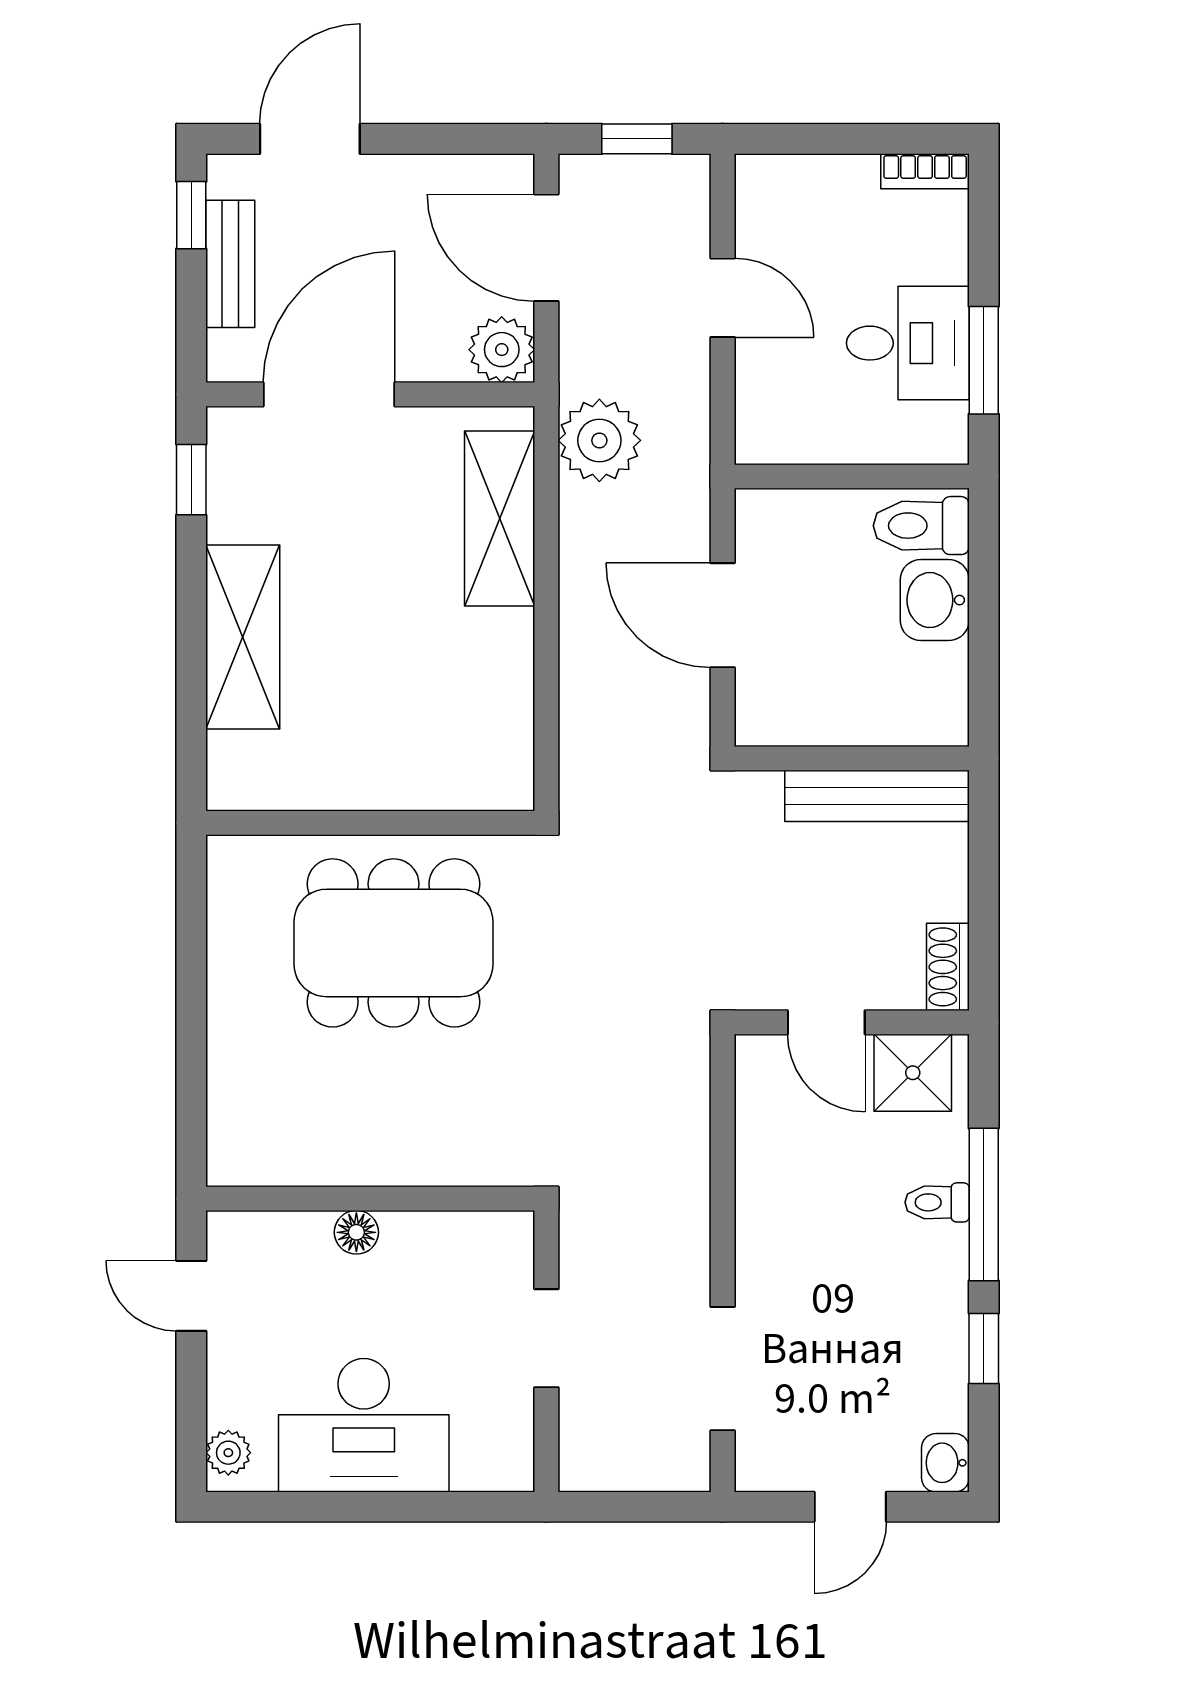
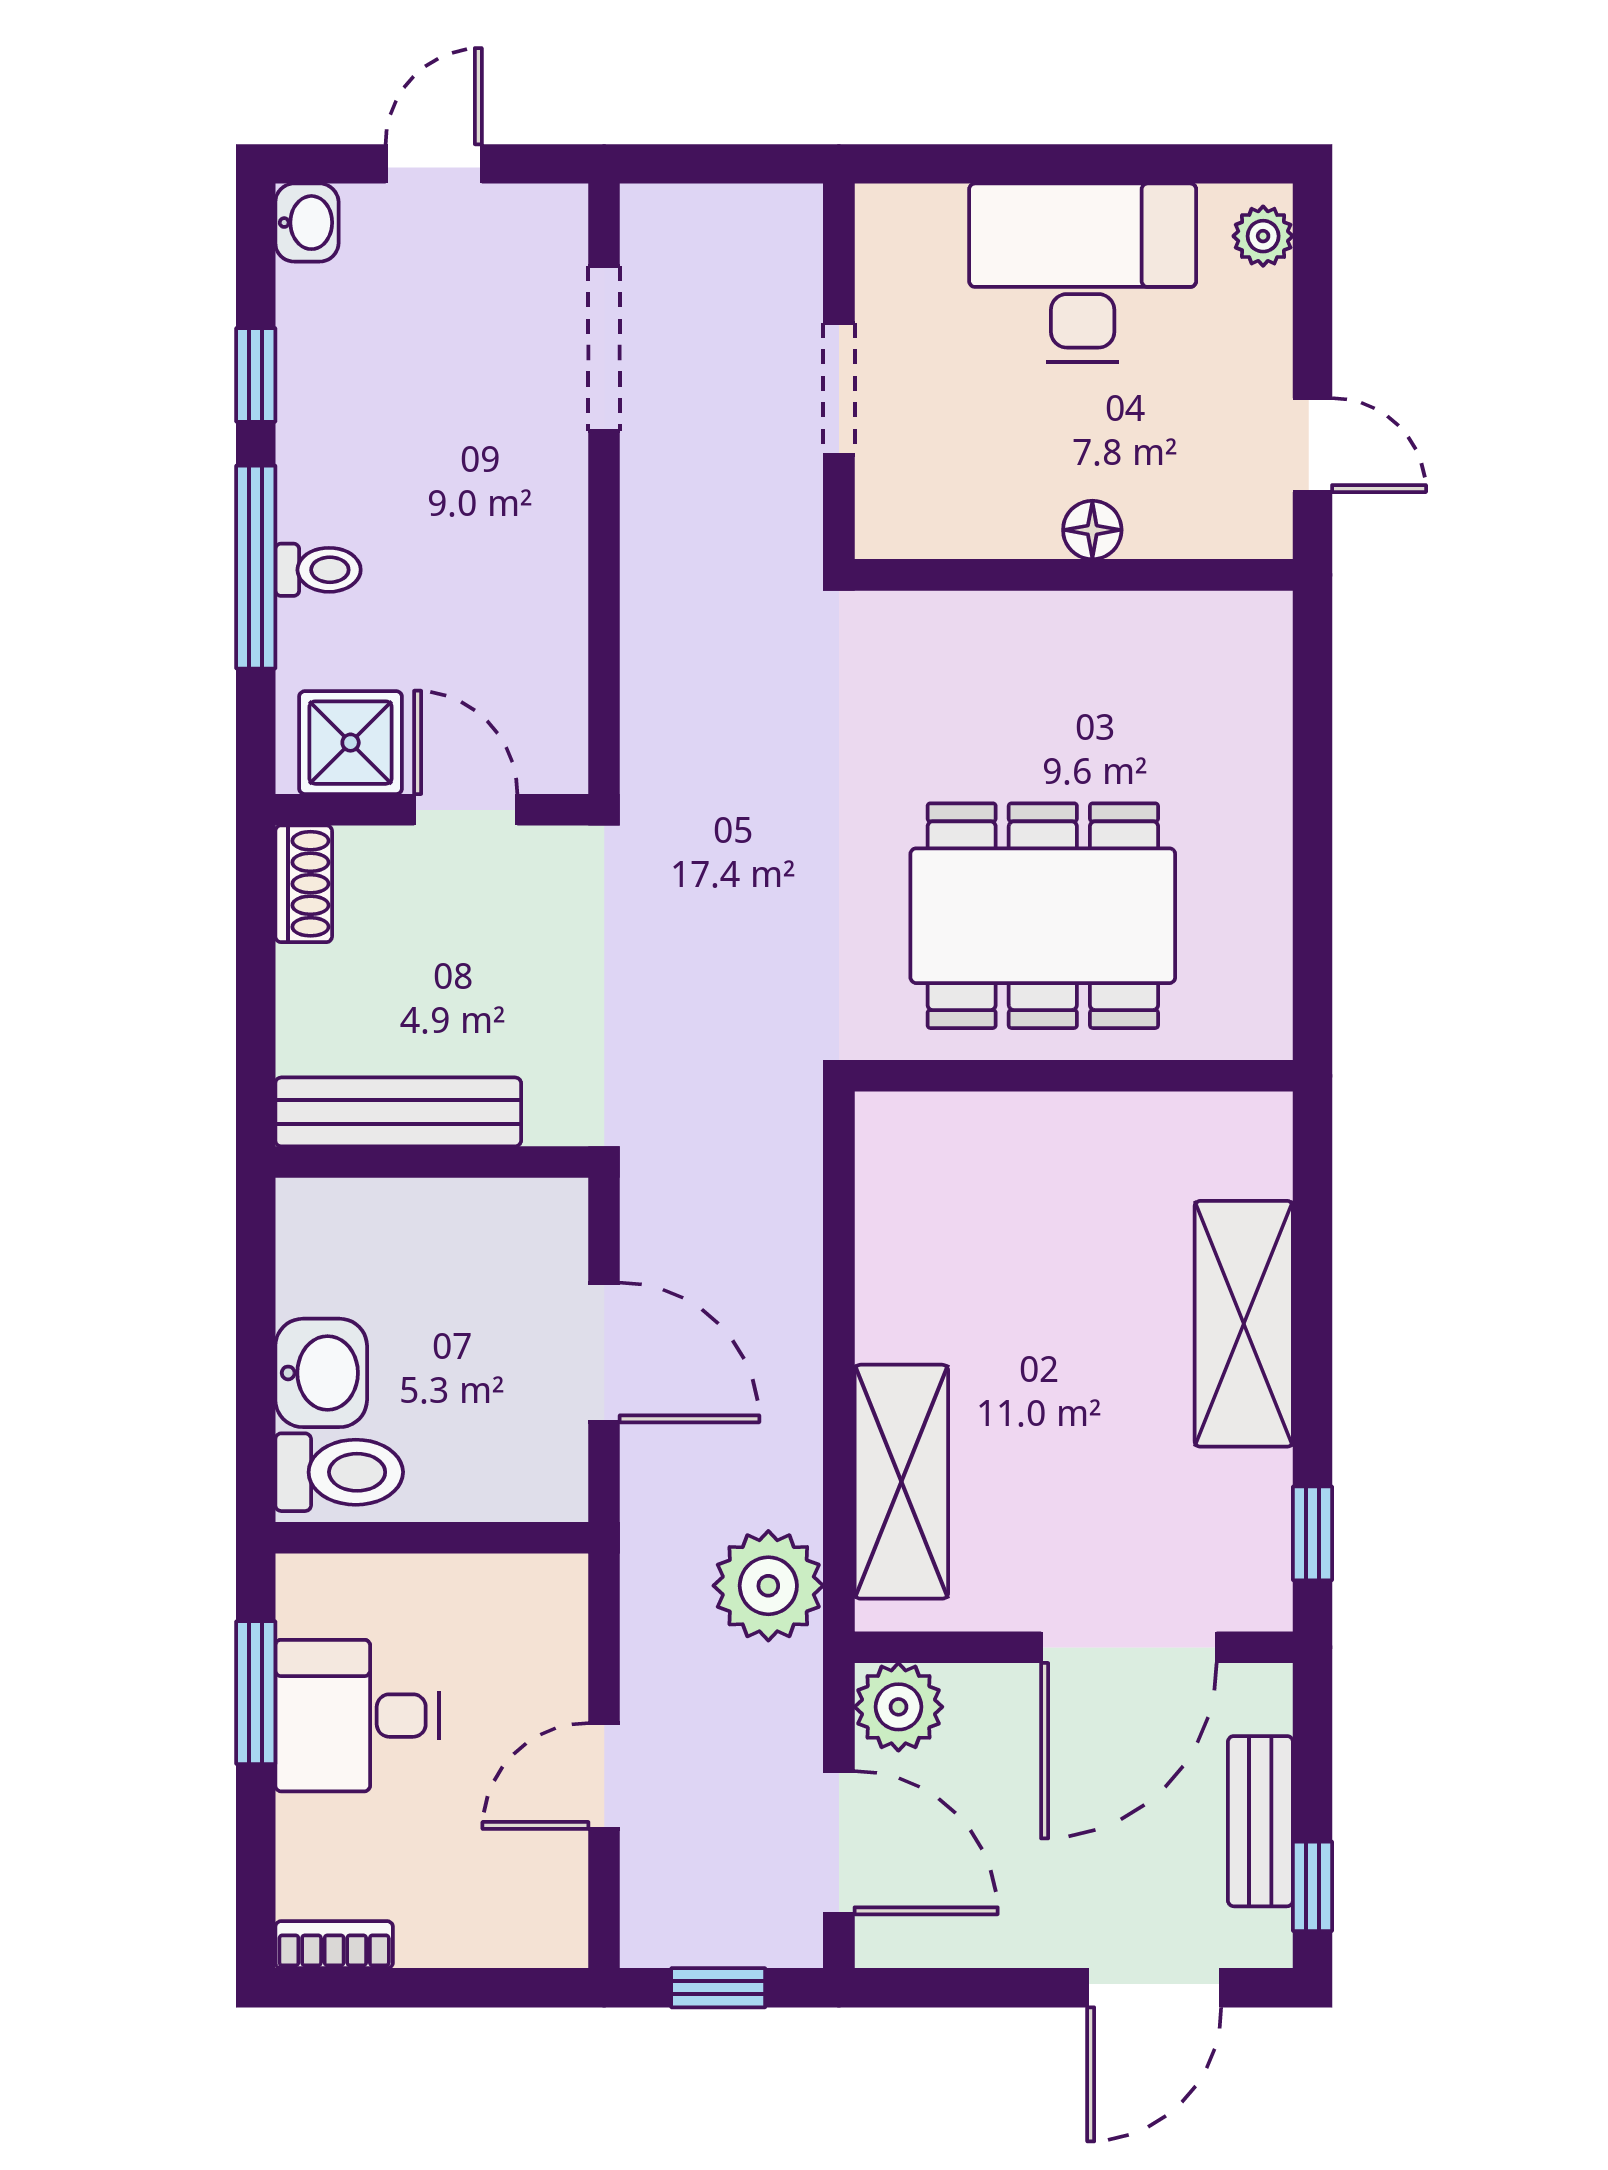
door: (723, 298) -> (604, 1776), hinge flipped

